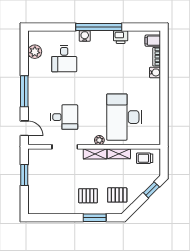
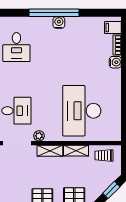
water cooler: (85, 36) -> (59, 23), moved
printer: (121, 37) -> (78, 24), removed
plant: (99, 140) -> (39, 136), moved

